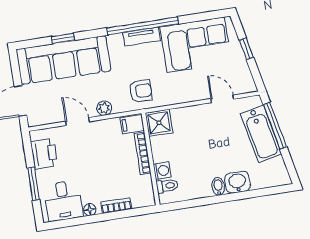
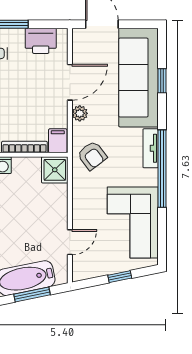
tv unit: (142, 37) -> (151, 148), moved
armchair: (141, 91) -> (92, 155), turned -37
door: (77, 122) -> (70, 82), width x1.38
window: (275, 126) -> (32, 294), width x0.69

